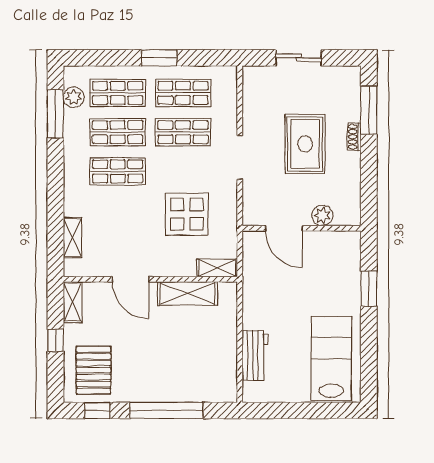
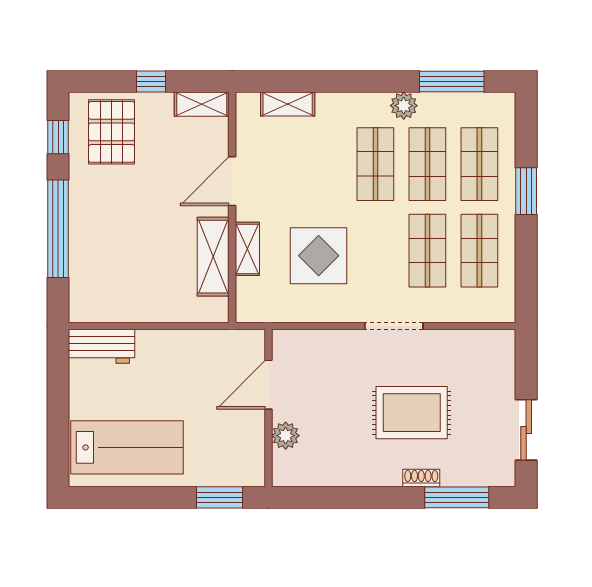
window: (159, 58) -> (526, 191), moved
sliding door: (299, 58) -> (526, 430), moved
plant: (74, 97) -> (404, 106), moved
plant: (322, 215) -> (286, 436), moved
door: (284, 228) -> (269, 385), moved
wall: (302, 228) -> (269, 408), moved
shelving: (217, 268) -> (247, 249), moved
workbench: (255, 355) -> (102, 346), moved
pallet: (94, 370) -> (112, 132), turned 90

